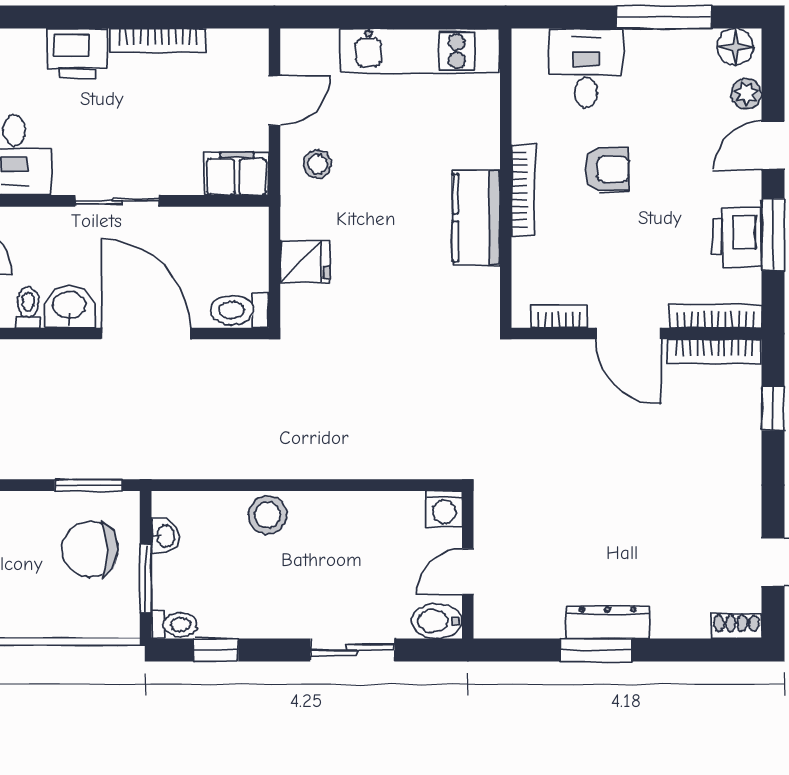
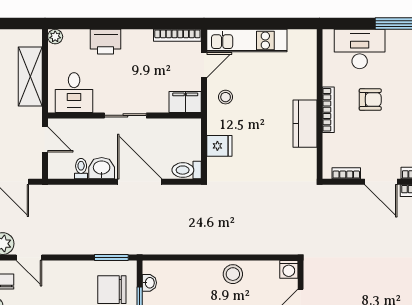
bookcase: (158, 41) -> (177, 35), moved
kitchen unit: (420, 51) -> (247, 41), moved
desk: (586, 68) -> (360, 49), width x1.37
stool: (268, 515) -> (233, 274), moved

